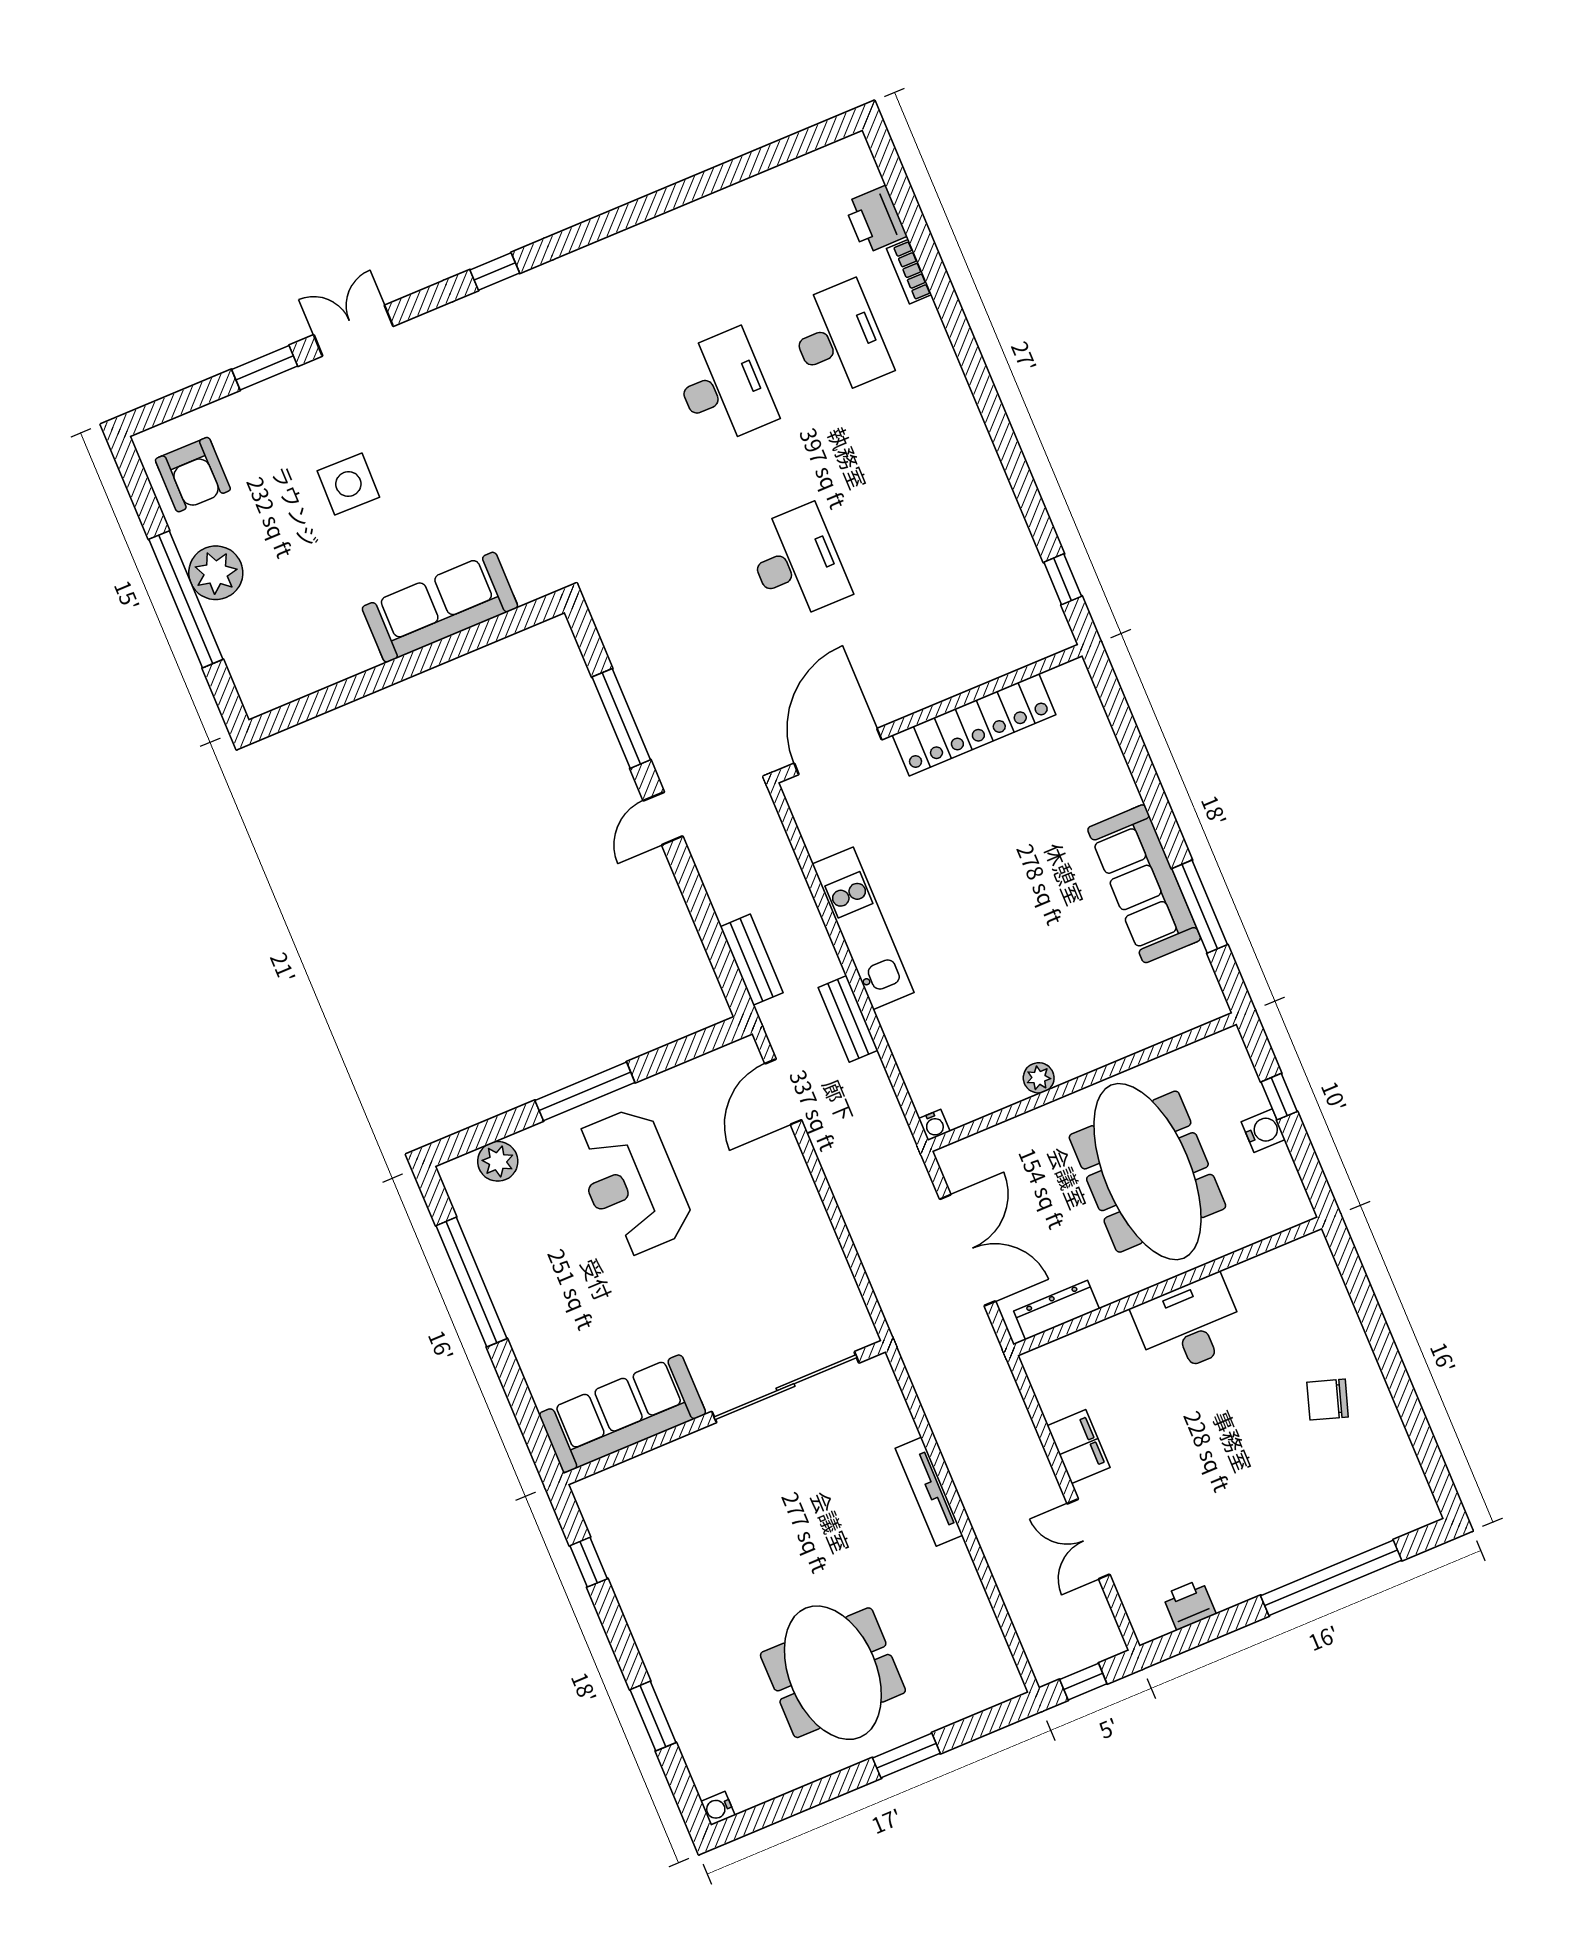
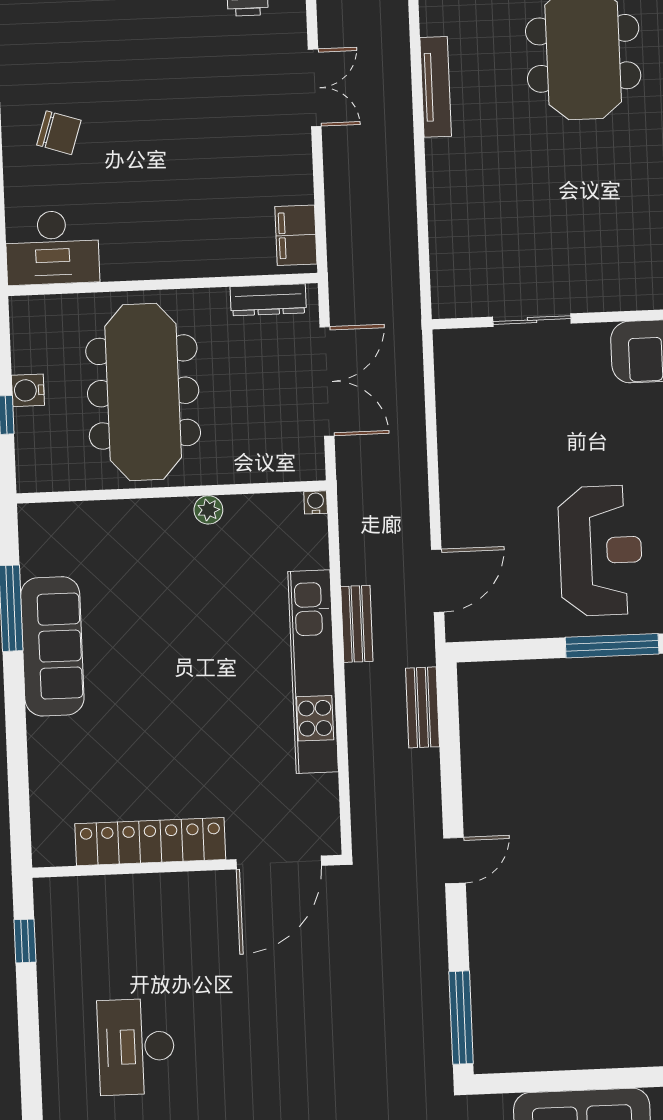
desk: (797, 563) -> (136, 1047), moved
window: (621, 718) -> (461, 1018), moved
kitchen unit: (863, 928) -> (313, 672), width x1.36
double door: (968, 1250) -> (327, 381), swing flipped
desk: (1189, 1325) -> (52, 248), moved
sliding door: (785, 1387) -> (532, 320), width x0.54
filing cabinet: (1078, 1447) -> (296, 235), moved
tv unit: (929, 1492) -> (436, 87), moved

